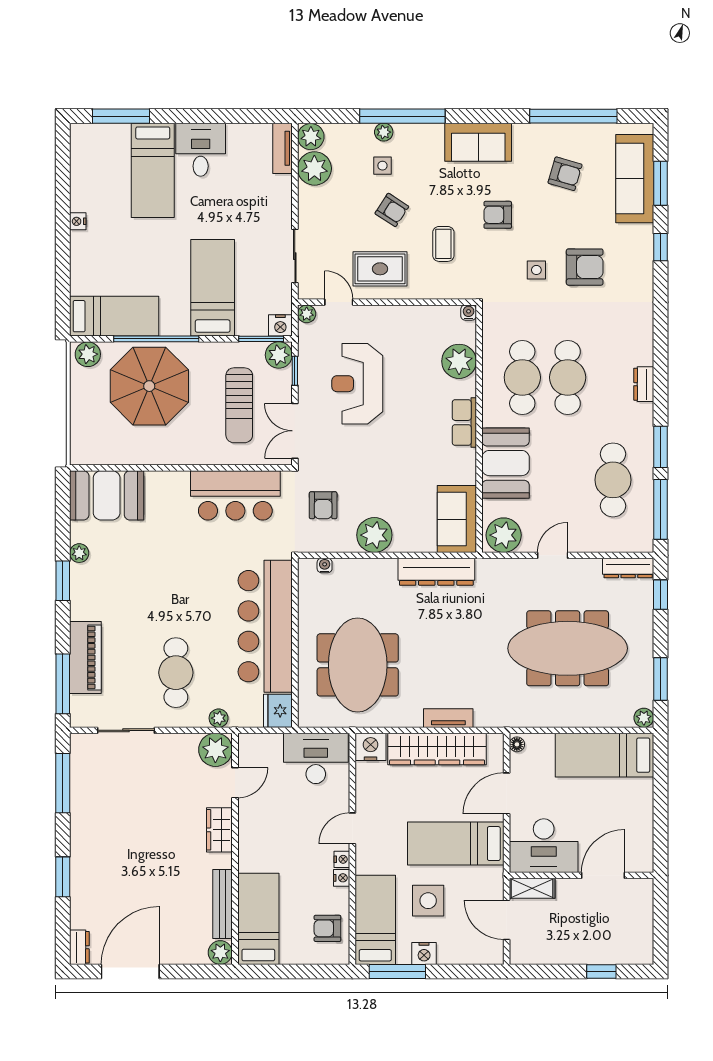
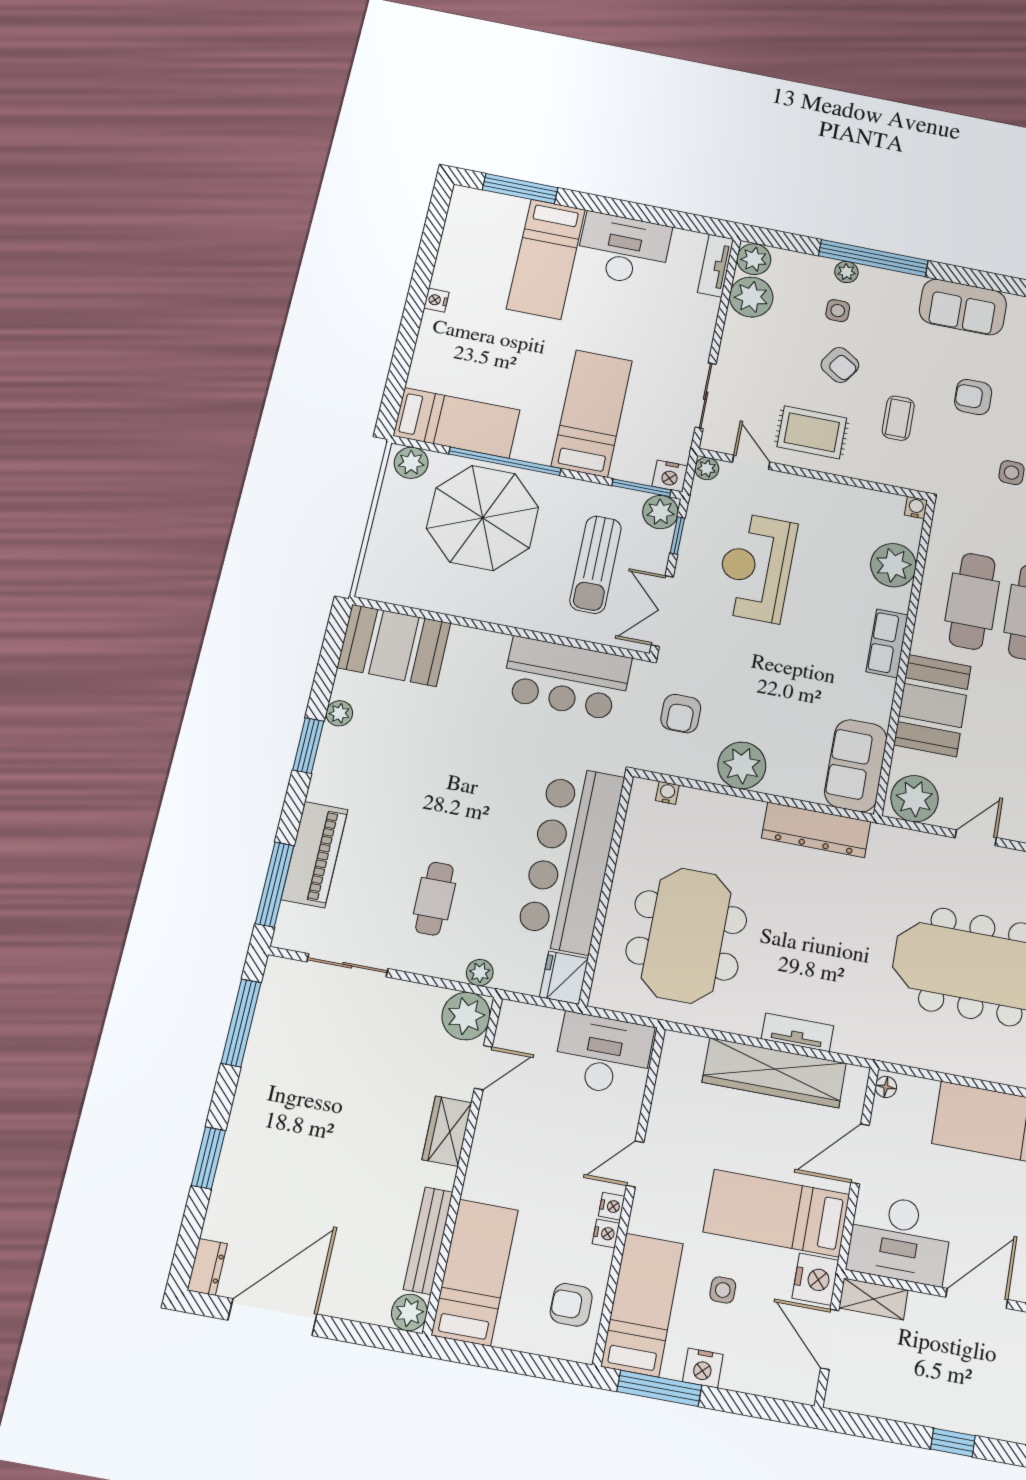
desk: (201, 150) -> (623, 249), width x1.37
cafe table: (176, 673) -> (434, 899), width x0.73, depth x0.74
nightstand: (371, 747) -> (815, 1279), moved, turned 90
side table: (428, 901) -> (723, 1290), width x0.54, depth x0.54

